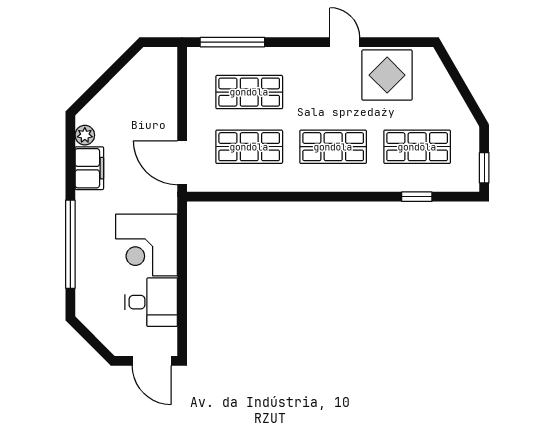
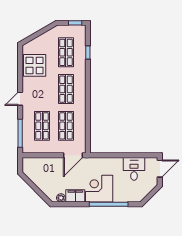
door: (345, 42) -> (20, 99), moved
corner desk: (146, 245) -> (99, 189), moved, turned 180

